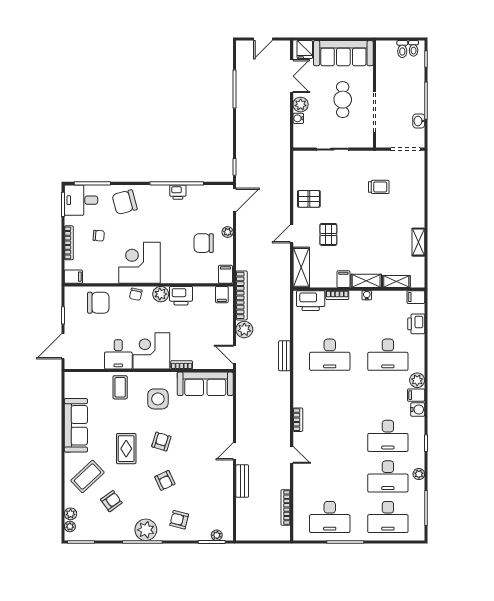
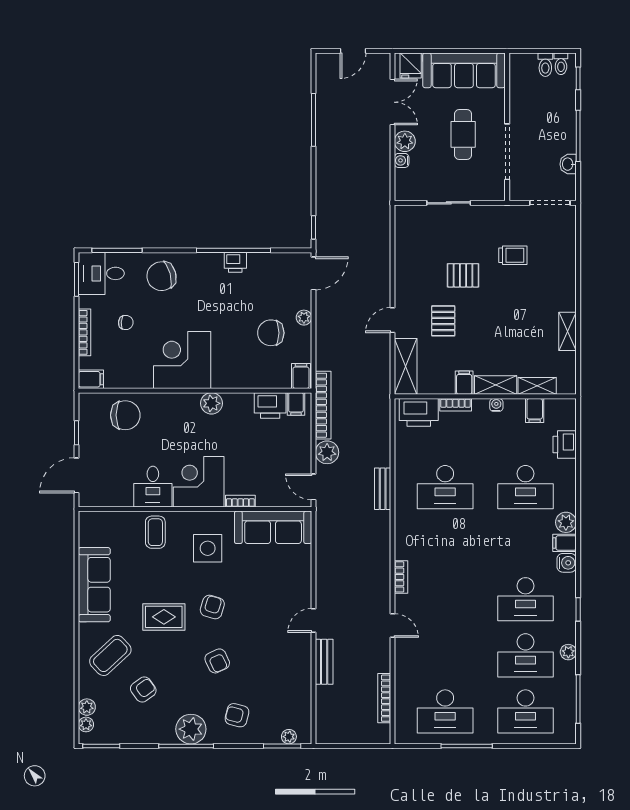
pallet: (309, 199) -> (463, 275), moved
chair: (136, 294) -> (177, 404), removed
printer: (181, 296) -> (270, 405), moved
filing cabinet: (416, 297) -> (535, 410), moved, turned -90
rug: (126, 449) -> (164, 617), turned 90

